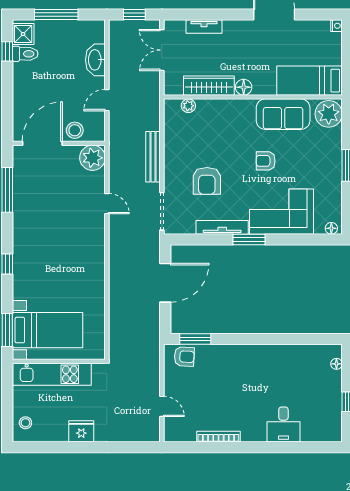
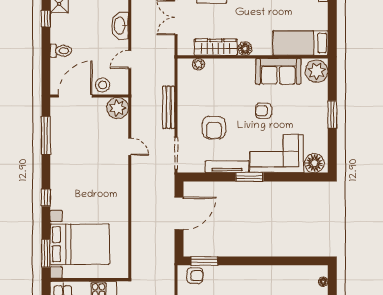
toilet: (25, 54) -> (61, 51), moved
floor lamp: (331, 228) -> (314, 163), width x1.89, depth x1.89
bed with nightstands: (47, 330) -> (80, 244), width x1.36

